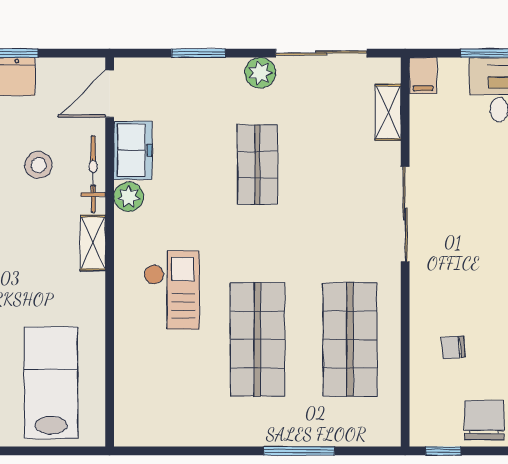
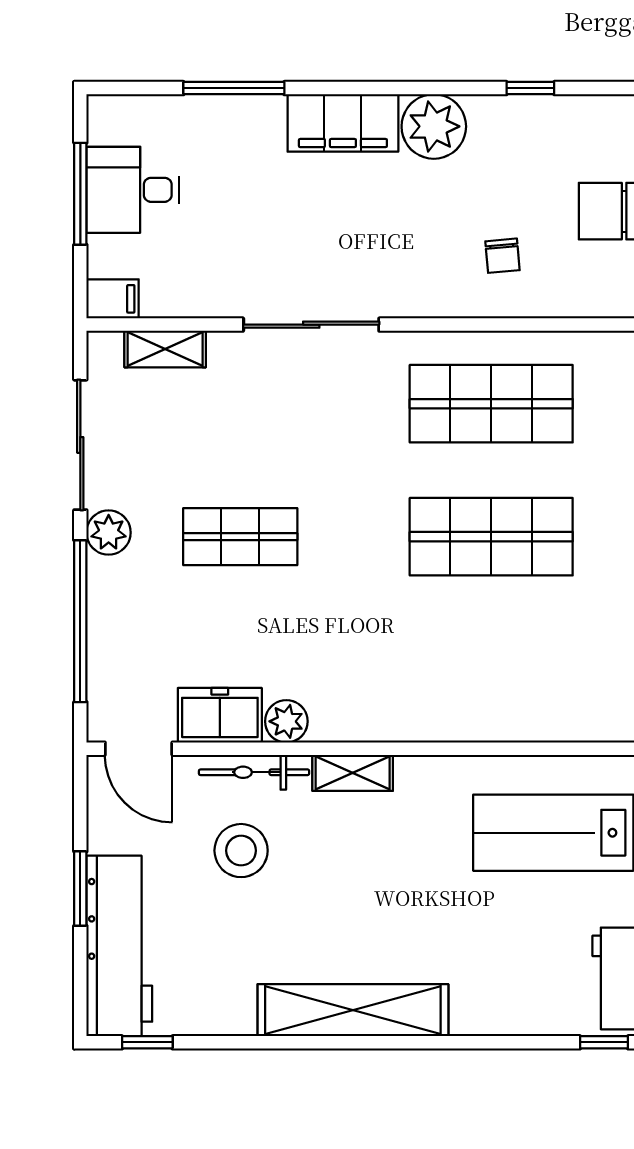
window: (198, 53) -> (80, 621), width x2.11
stool: (39, 165) -> (241, 851), width x1.38, depth x1.38
checkout: (172, 290) -> (420, 660), removed

